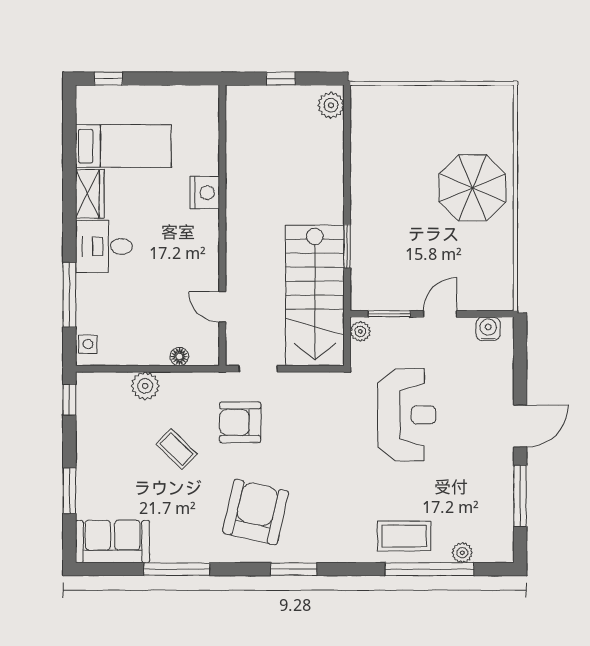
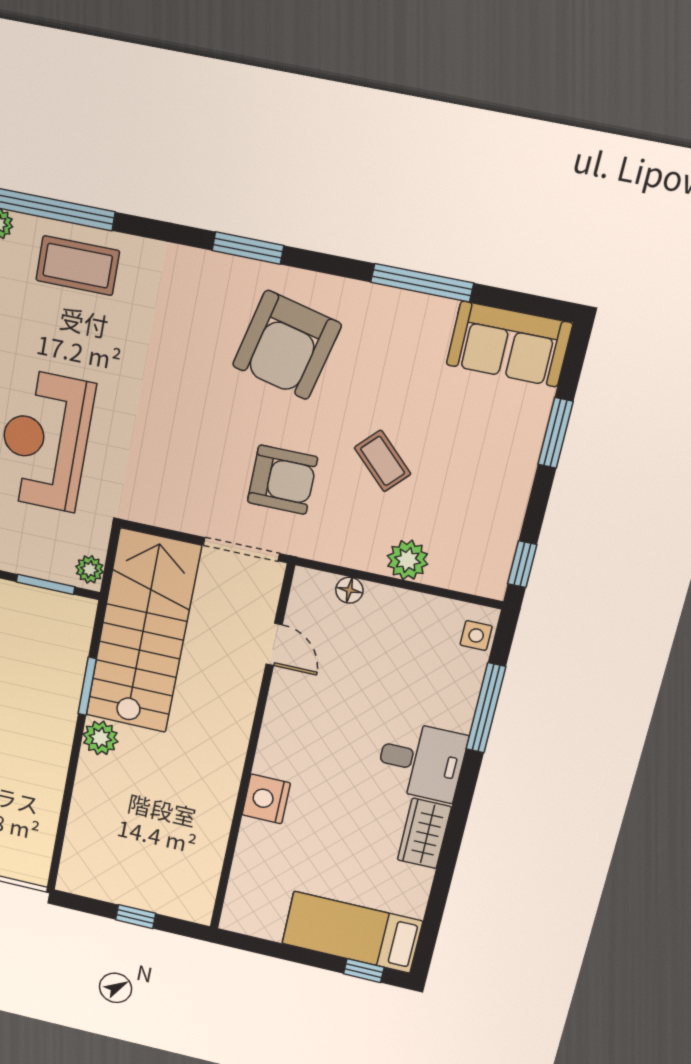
plant: (331, 105) -> (100, 738), moved
bed: (123, 146) -> (352, 932), moved
doorway: (258, 369) -> (241, 549), width x1.38

